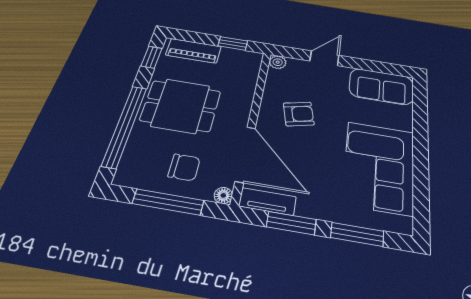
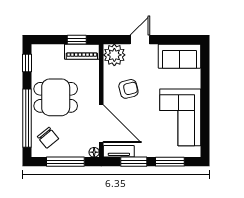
piano: (194, 51) -> (82, 52), moved
plant: (278, 62) -> (114, 55), width x1.88, depth x1.88
chair: (184, 167) -> (48, 138), moved, turned 51

